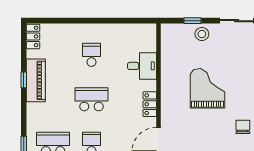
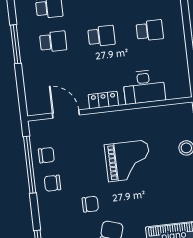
desk: (142, 66) -> (144, 87), width x1.37
school desk: (91, 99) -> (101, 36), width x0.54

